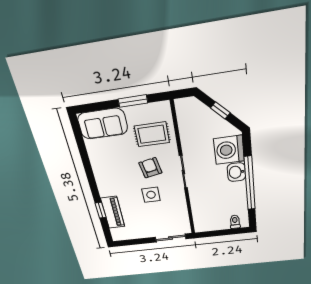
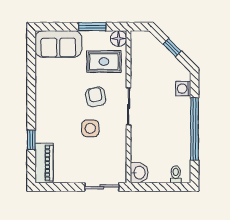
floor lamp: (163, 109) -> (119, 39), added
washing machine: (229, 150) -> (183, 89), width x0.53, depth x0.53
washbasin: (236, 172) -> (139, 173), moved, turned 180
piano: (113, 212) -> (44, 163), moved

